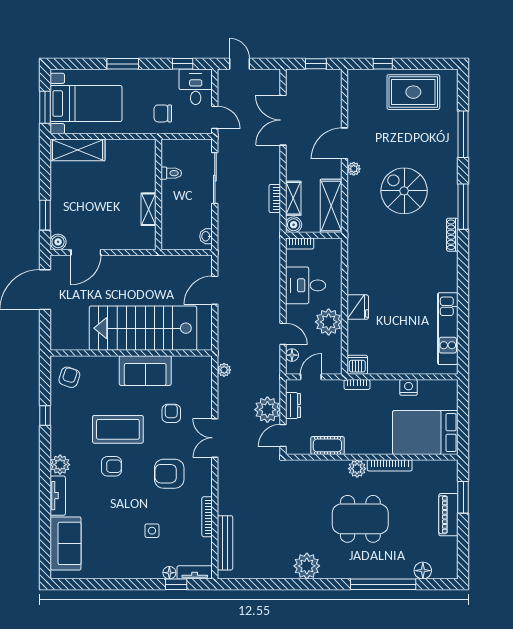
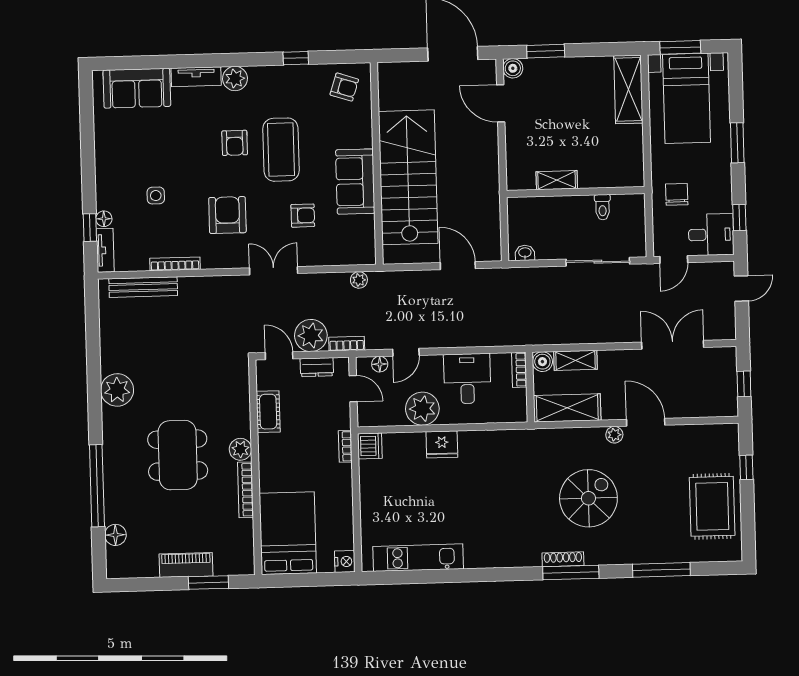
bookcase: (275, 199) -> (347, 344), moved
shoe rack: (452, 235) -> (563, 559), moved
nightstand: (409, 387) -> (345, 562), moved

